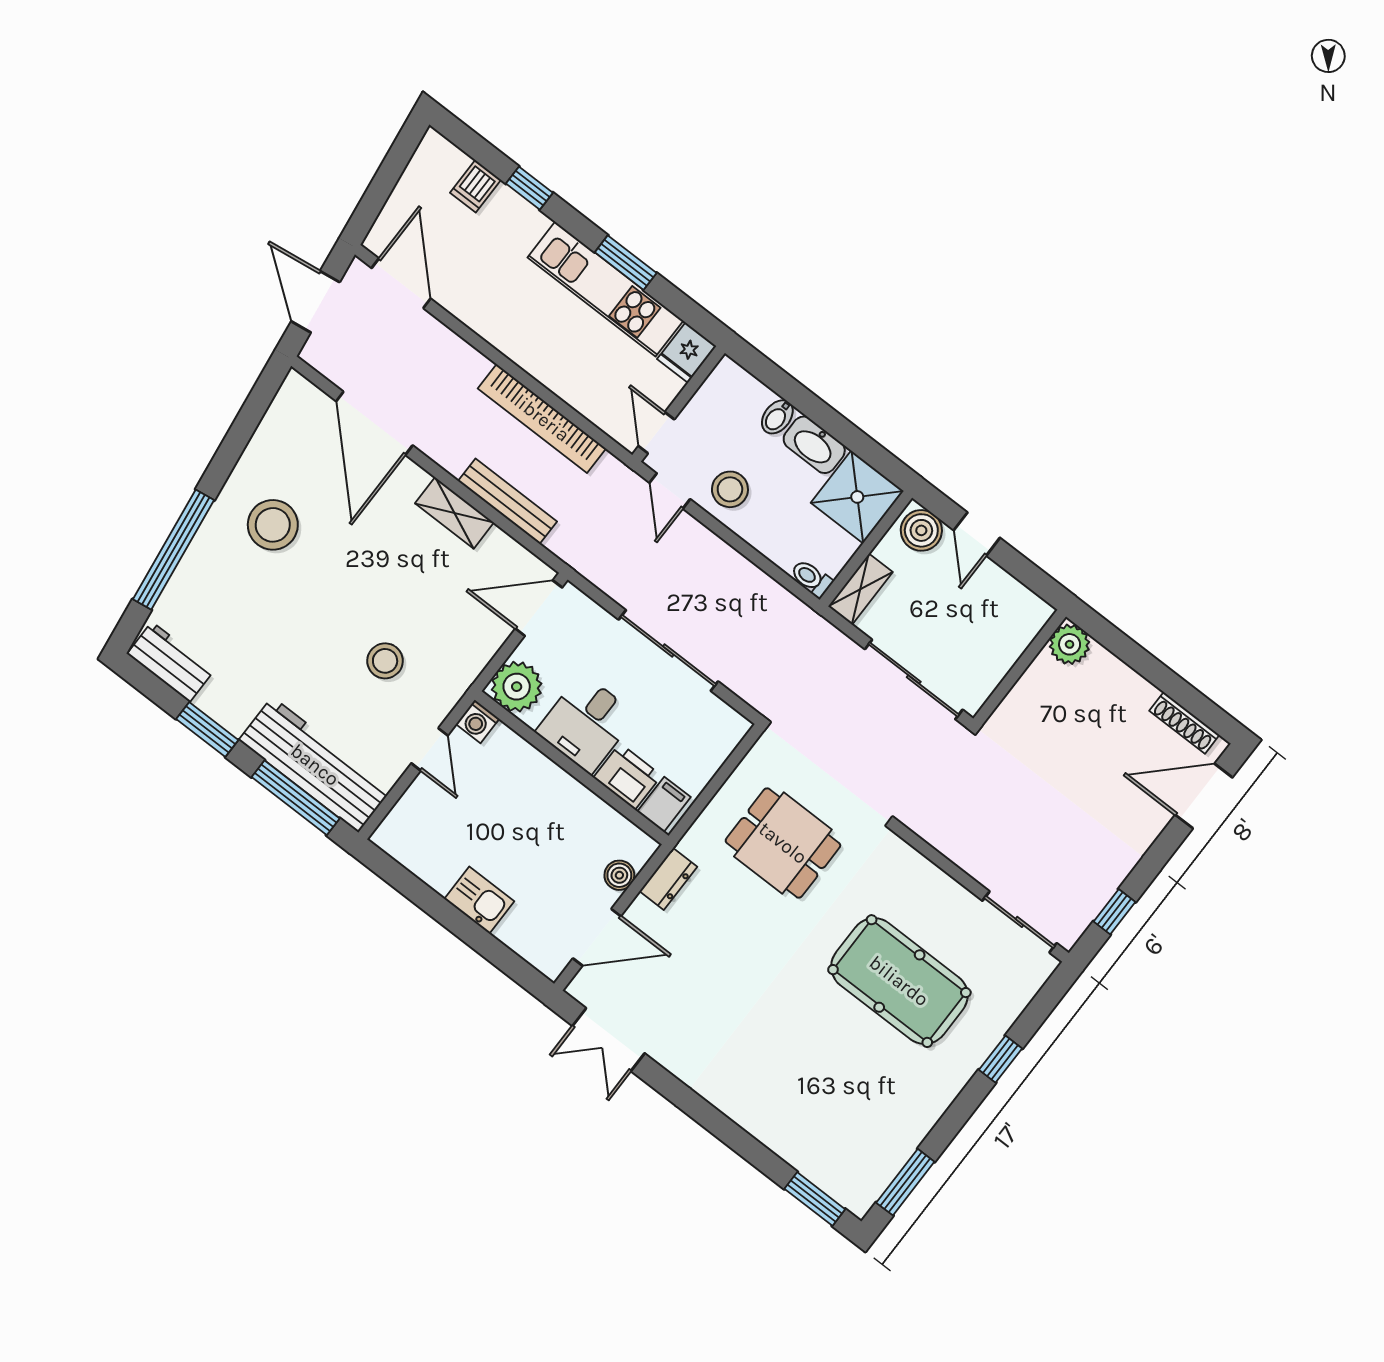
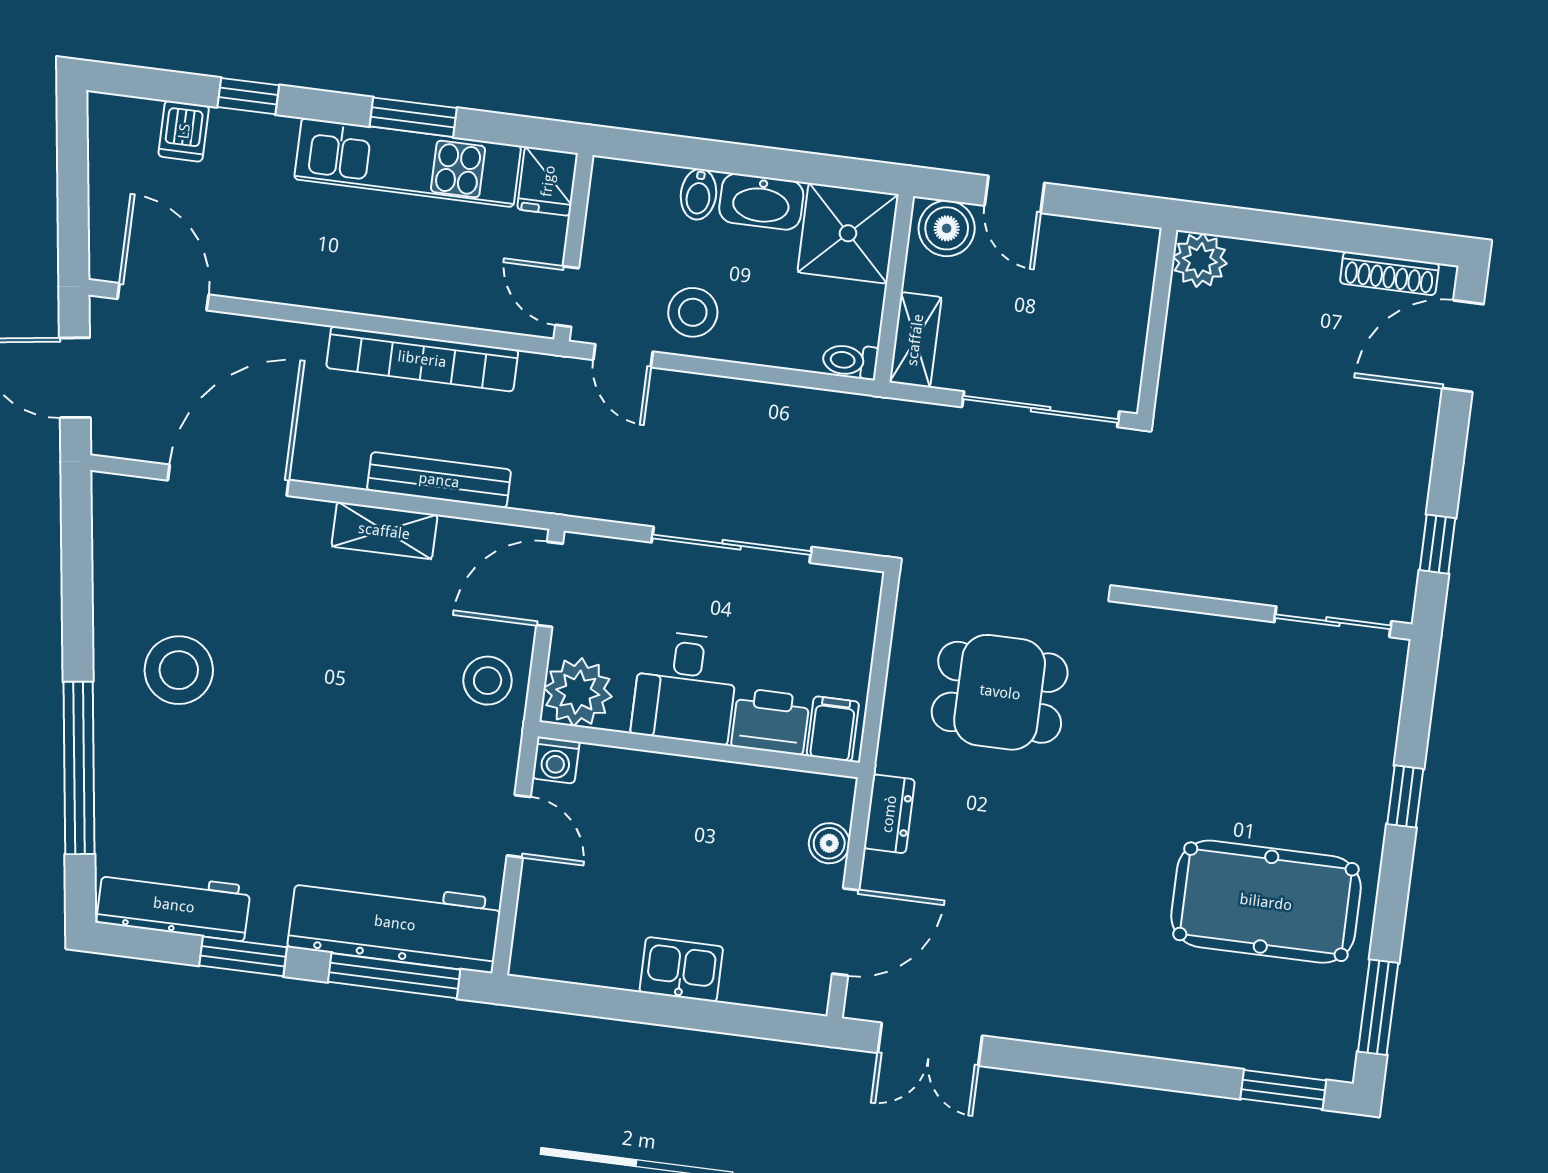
door: (374, 423) -> (228, 480), swing flipped
stool: (385, 661) -> (488, 681), moved
workbench: (171, 662) -> (174, 905), width x1.38
pool table: (899, 981) -> (1266, 902), moved

